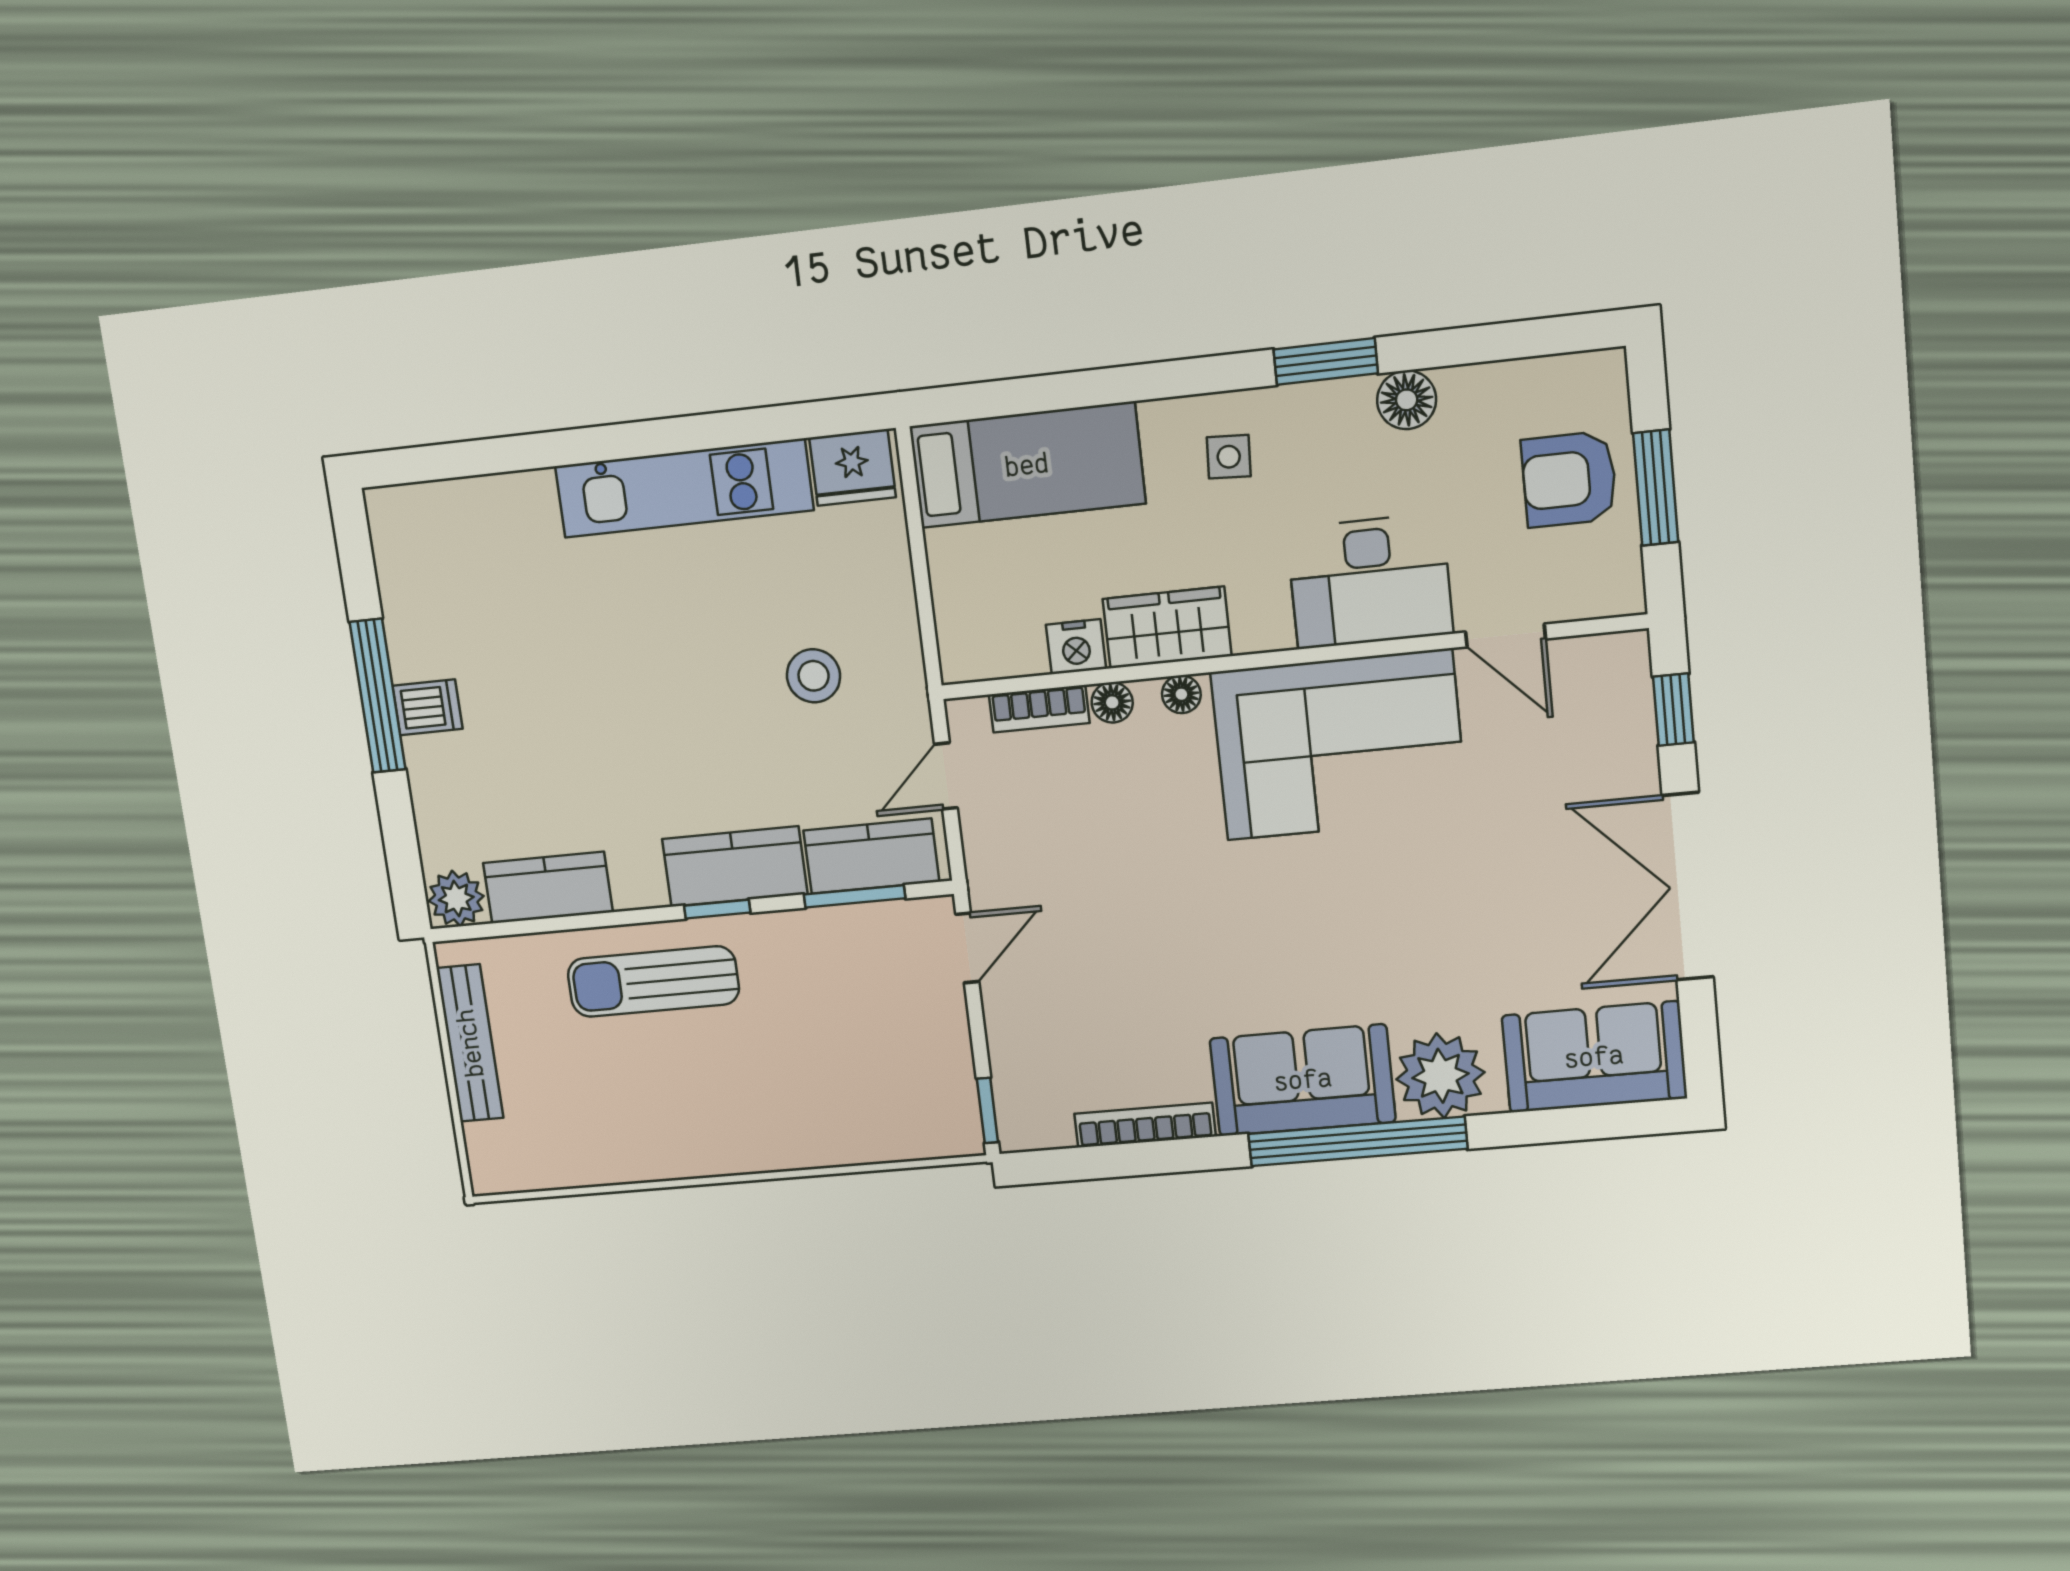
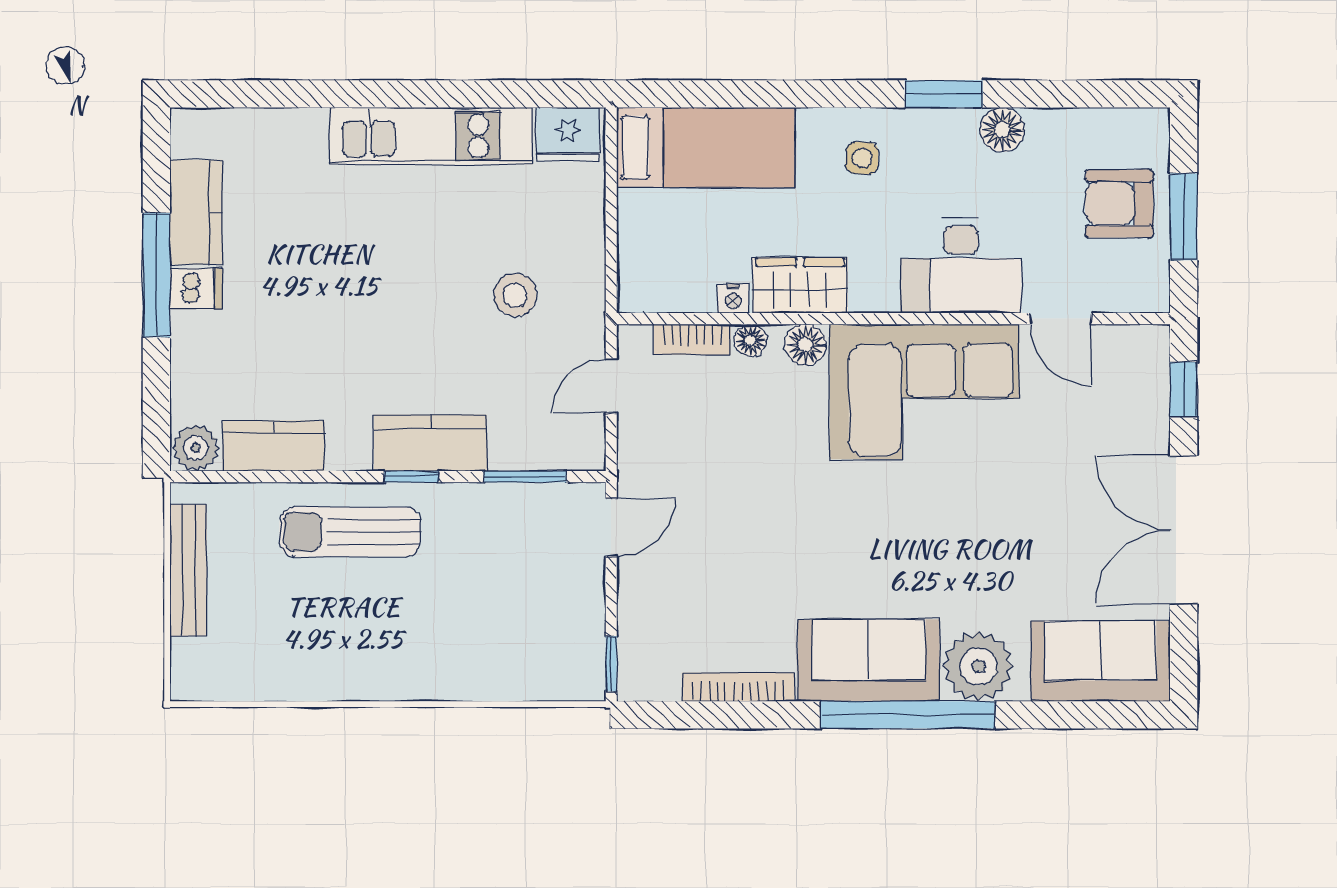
nightstand: (1076, 647) -> (733, 298), width x0.72, depth x0.74
floor lamp: (1181, 694) -> (806, 345), width x1.37, depth x1.37
kitchen counter: (871, 856) -> (196, 212), moved, turned 90

